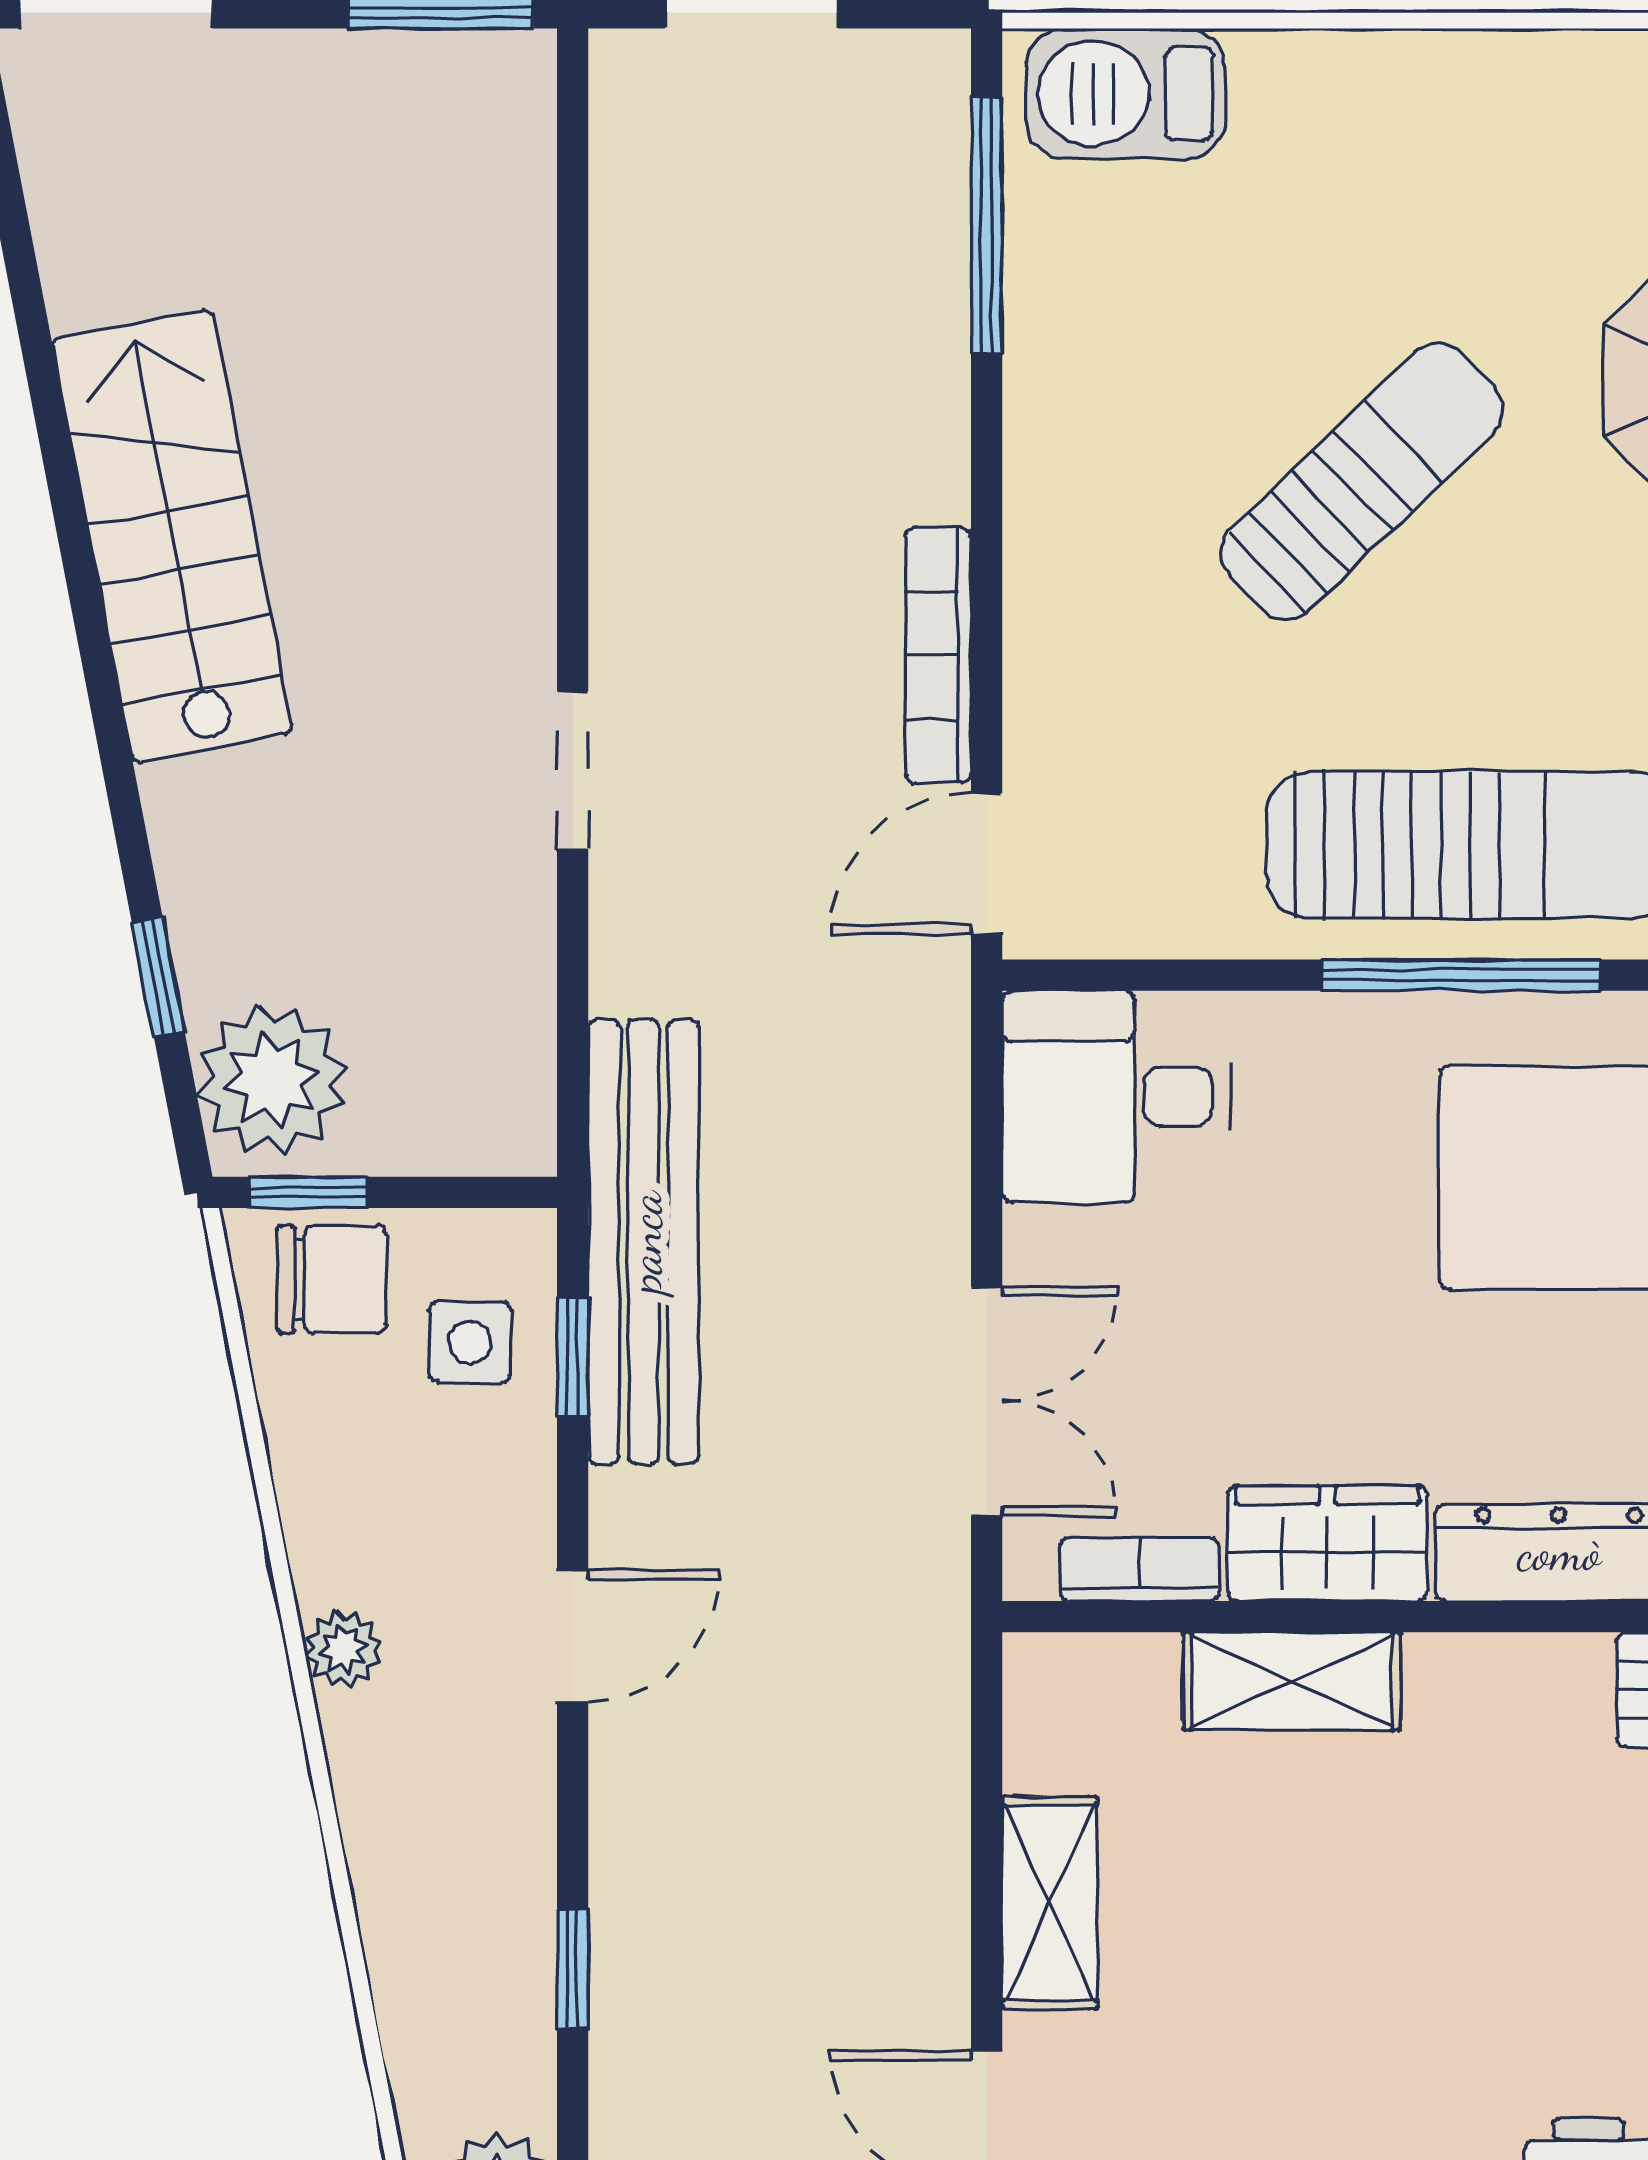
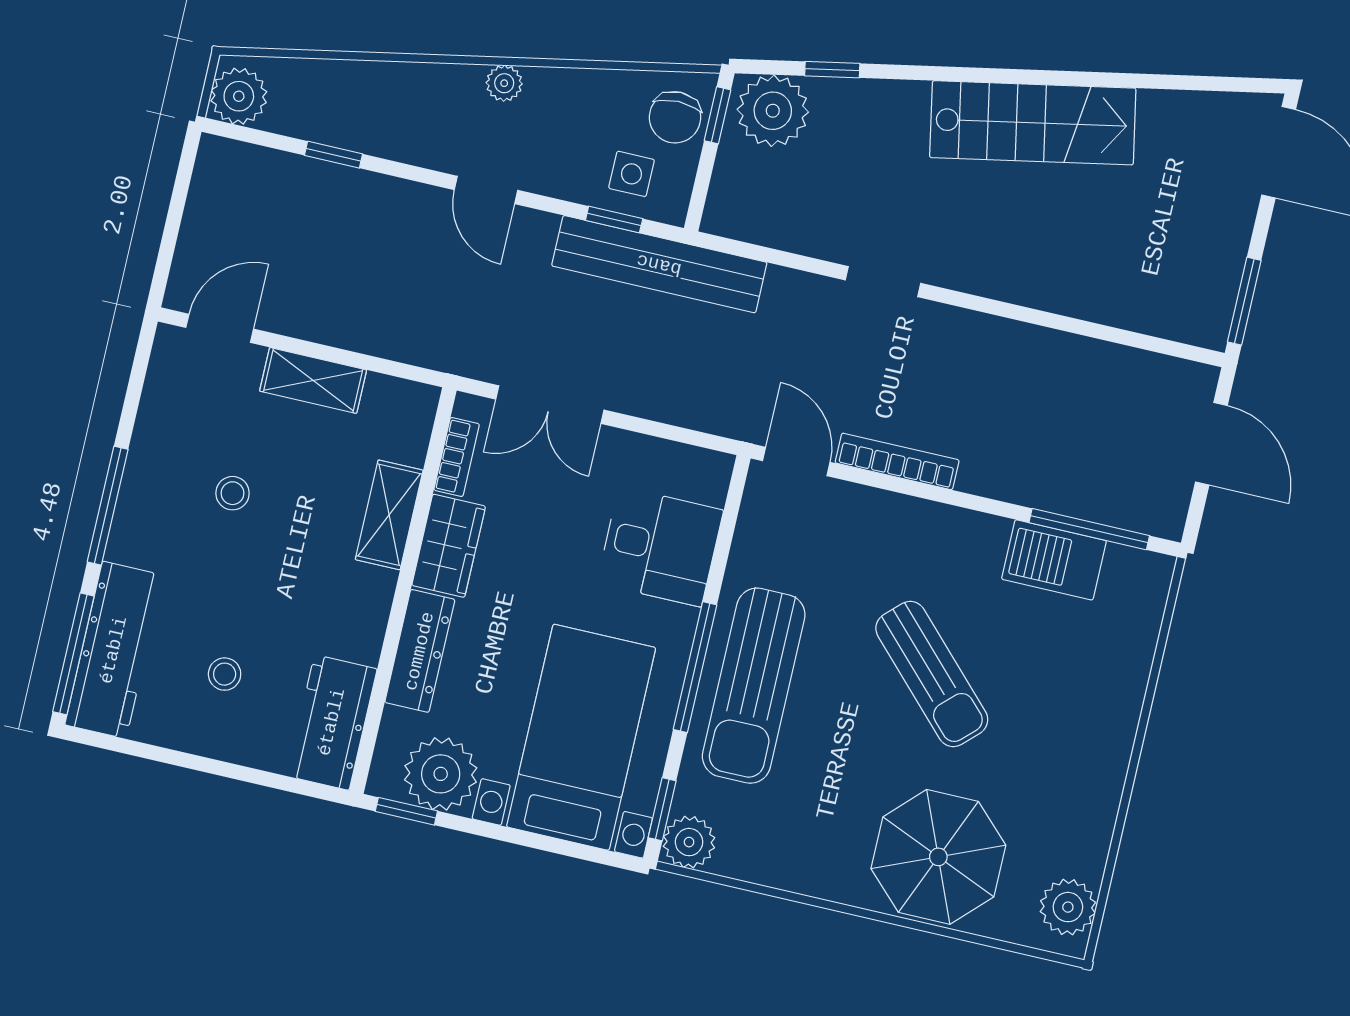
barbecue: (1125, 93) -> (1054, 560), moved, turned -90
desk: (1116, 1097) -> (660, 547), moved, turned 90
stool: (1322, 2016) -> (233, 493), added

